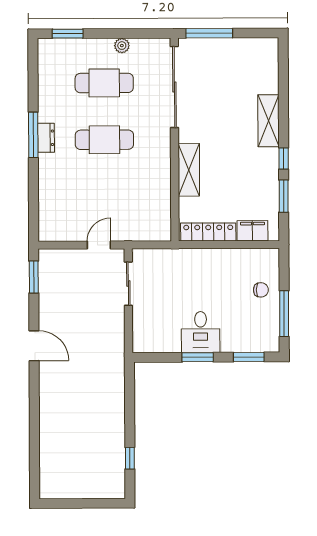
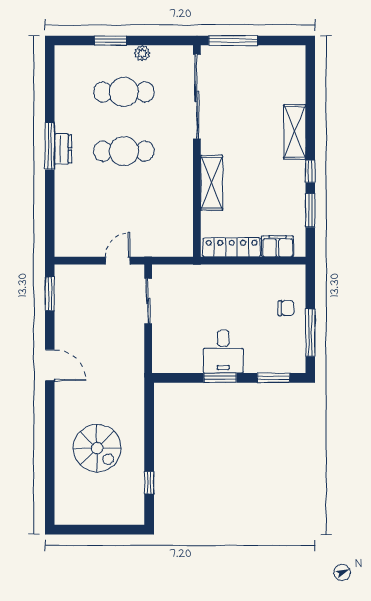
window: (68, 34) -> (110, 41), moved
spiral stairs: (80, 425) -> (97, 448), added

